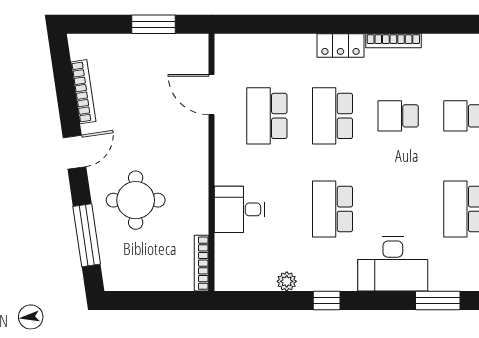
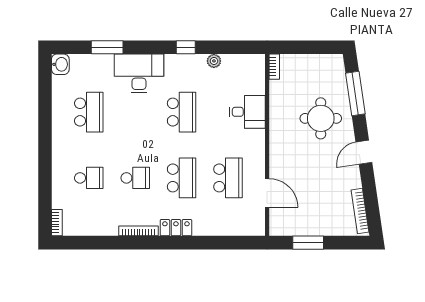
bookcase: (83, 92) -> (360, 211), moved
bookcase: (201, 263) -> (274, 67), width x0.64

